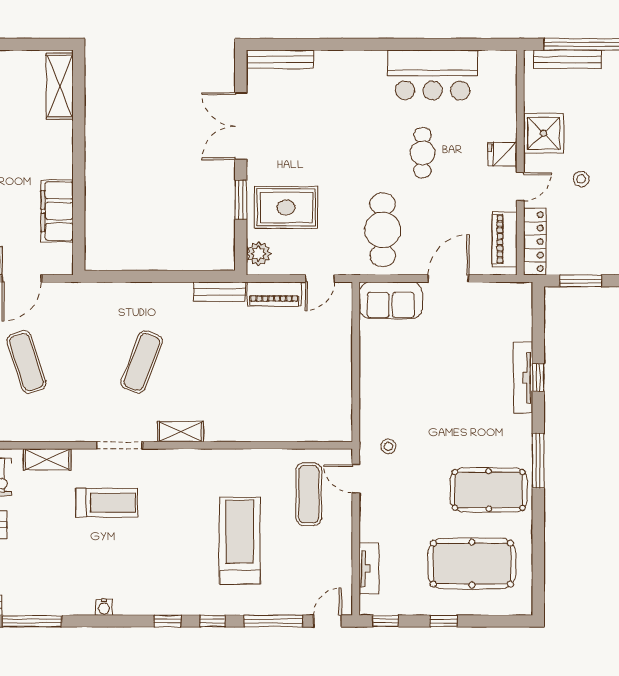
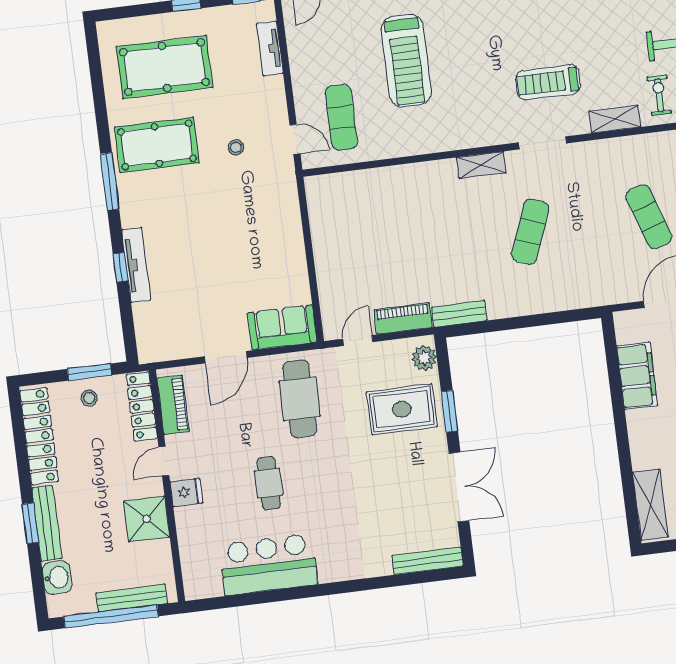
stool: (581, 179) -> (89, 398), moved
stool: (388, 446) -> (236, 147), moved

